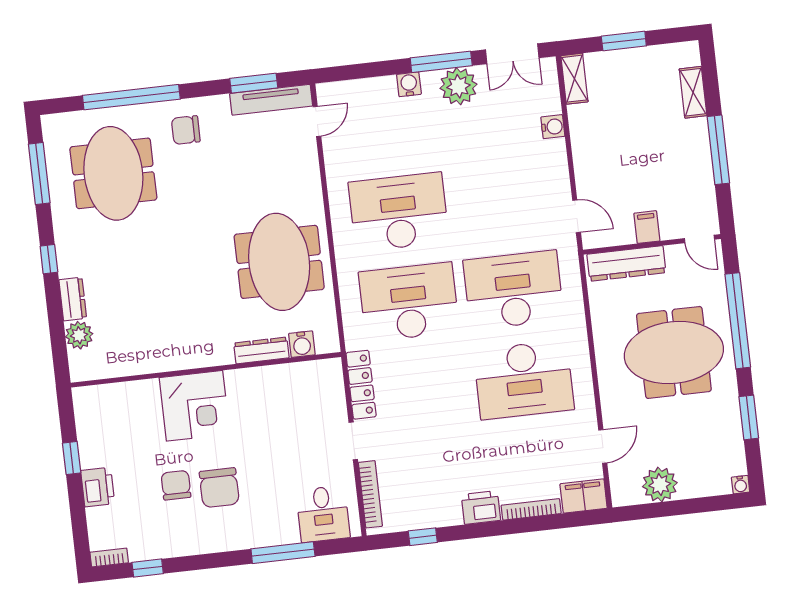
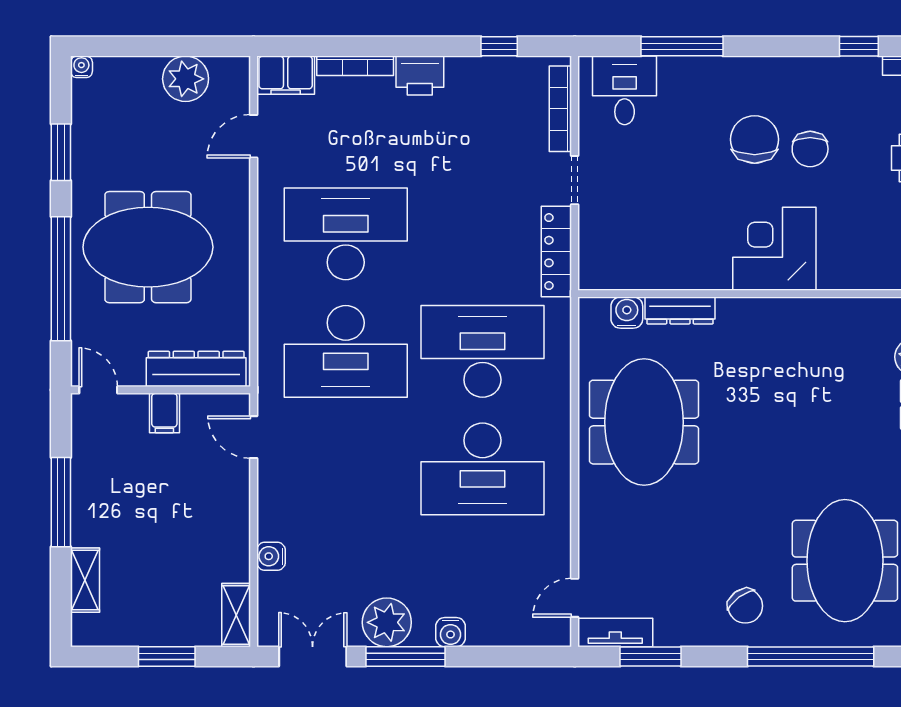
tv unit: (271, 100) -> (615, 632), width x0.71
chair: (186, 130) -> (745, 606), turned 54
desk: (409, 302) -> (482, 351), turned 180

